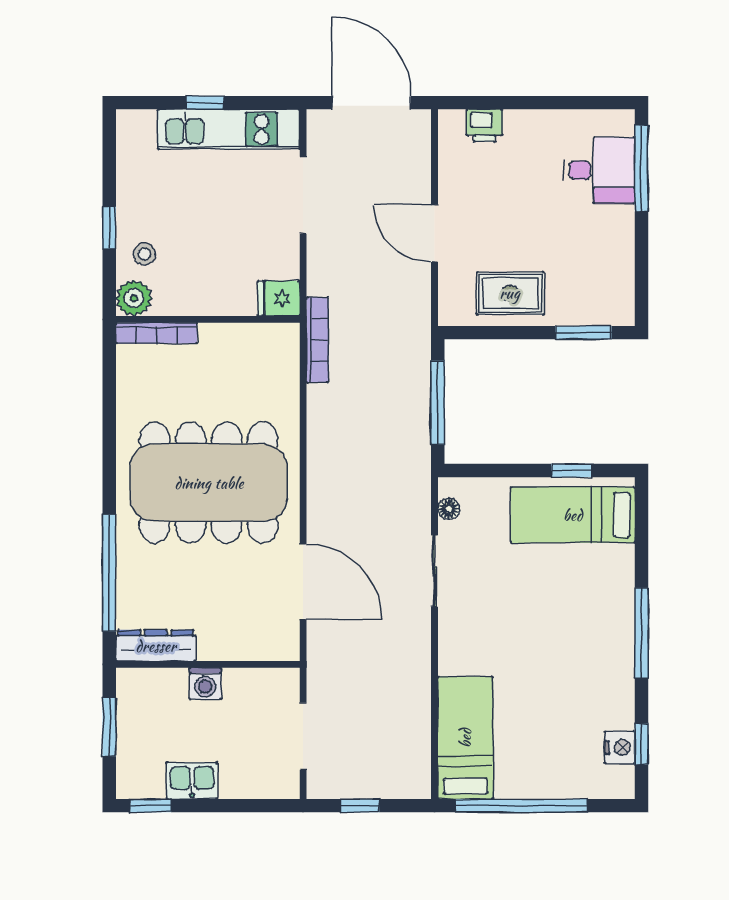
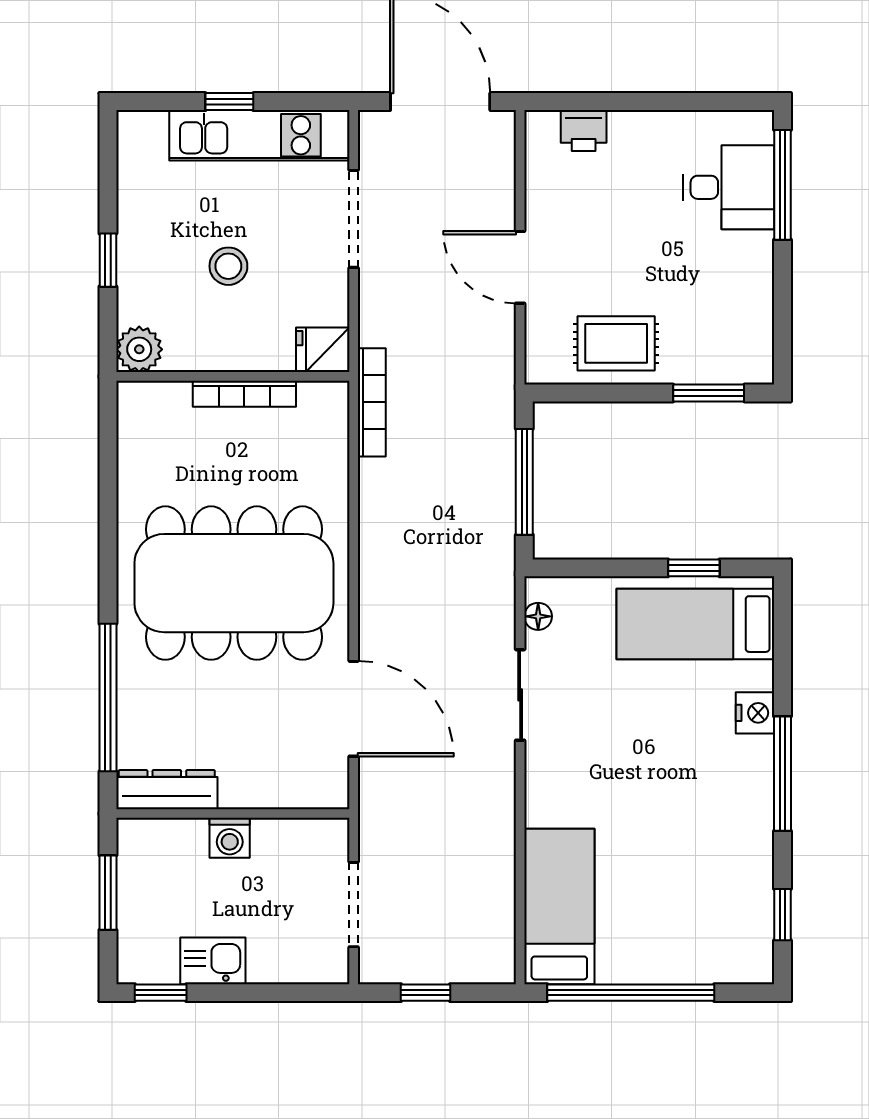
stool: (145, 254) -> (228, 266), moved, width x1.37, depth x1.37
bookcase: (157, 333) -> (244, 394), moved
nightstand: (620, 747) -> (755, 713), moved

